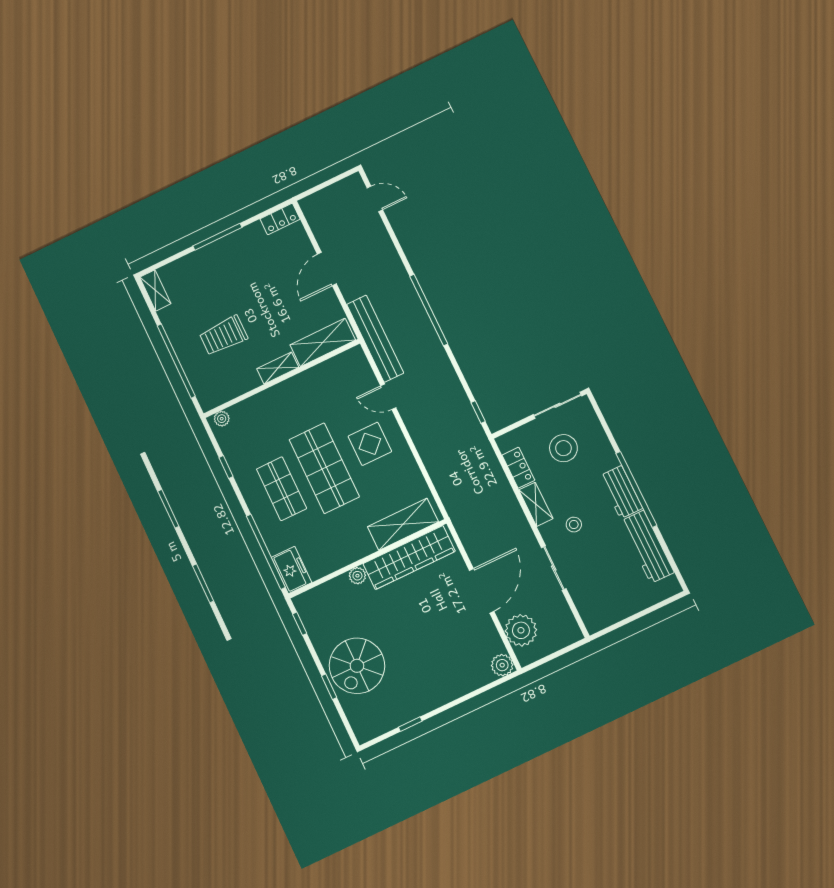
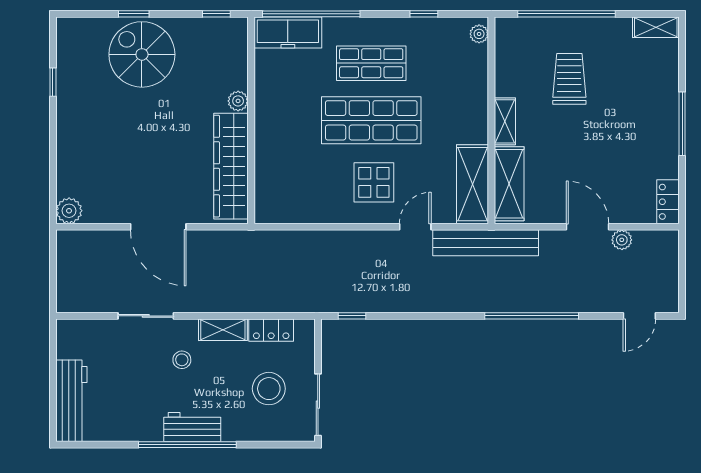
window: (429, 310) -> (532, 316), moved
shelving: (403, 524) -> (473, 184), moved
workbench: (647, 547) -> (71, 401), moved, turned 90
freezer: (292, 570) -> (288, 32), width x1.40
plant: (521, 630) -> (622, 240), moved, width x0.53, depth x0.53

